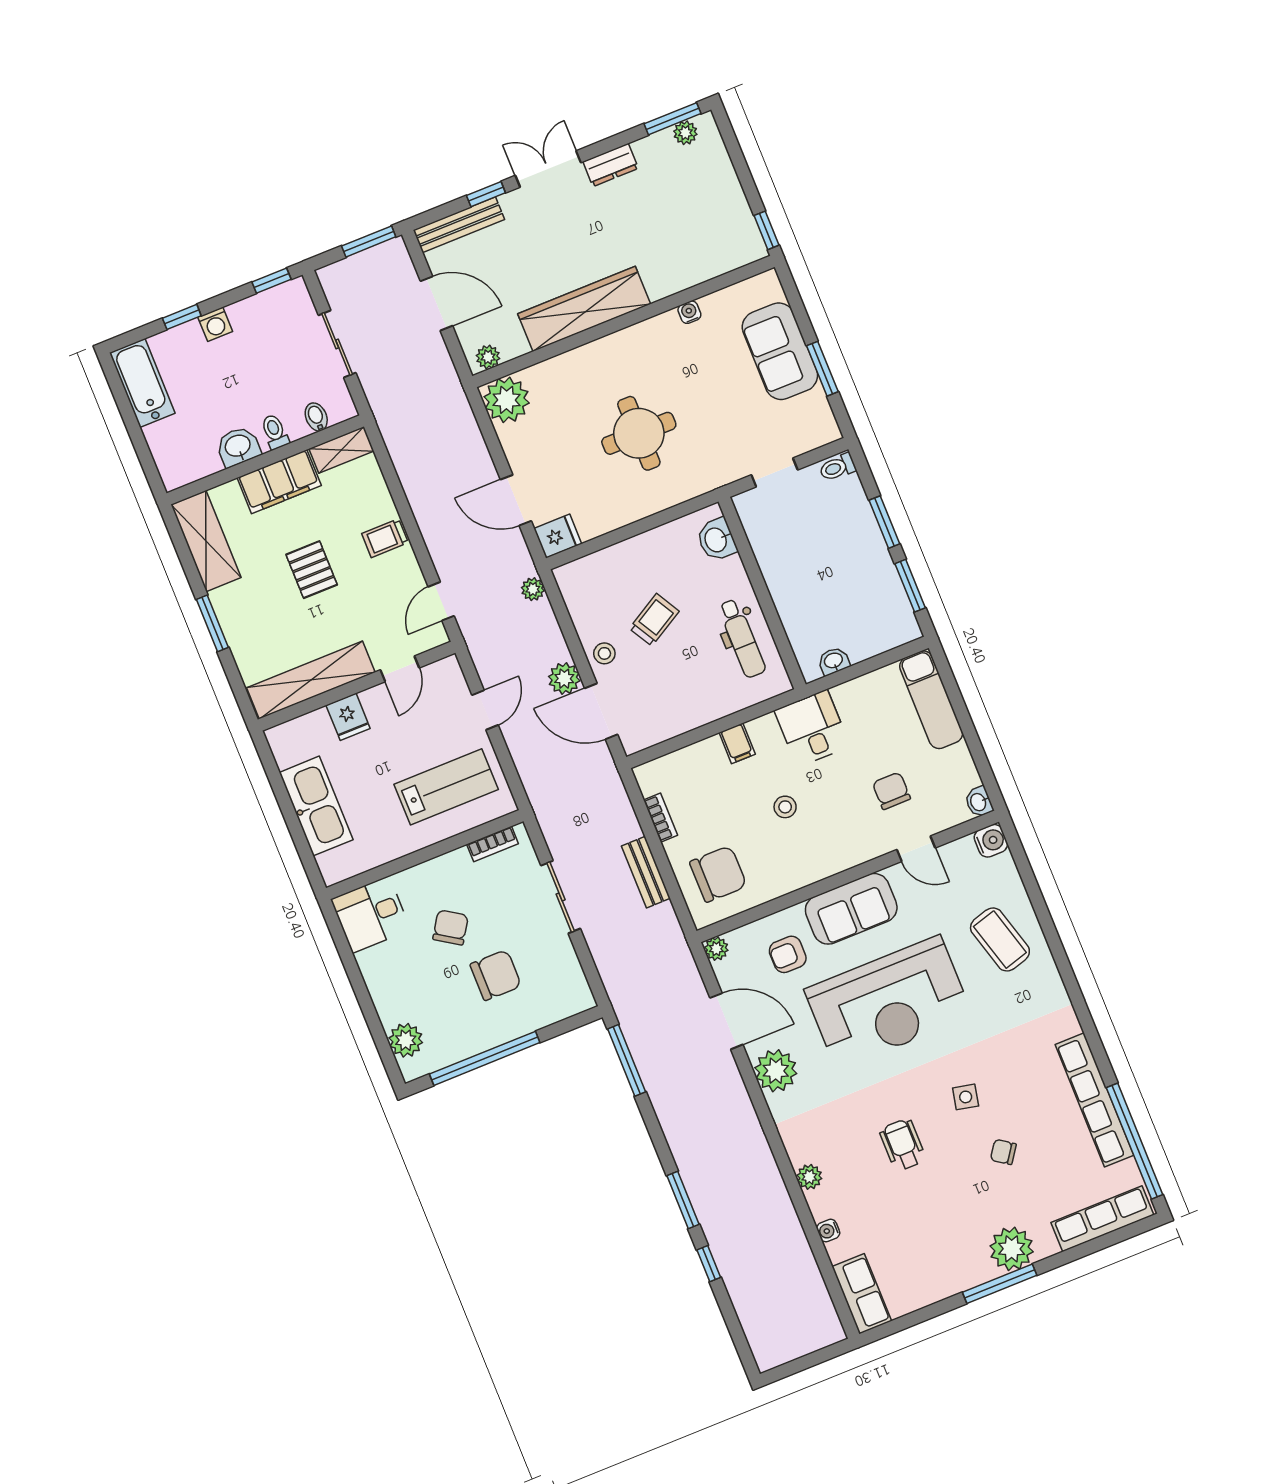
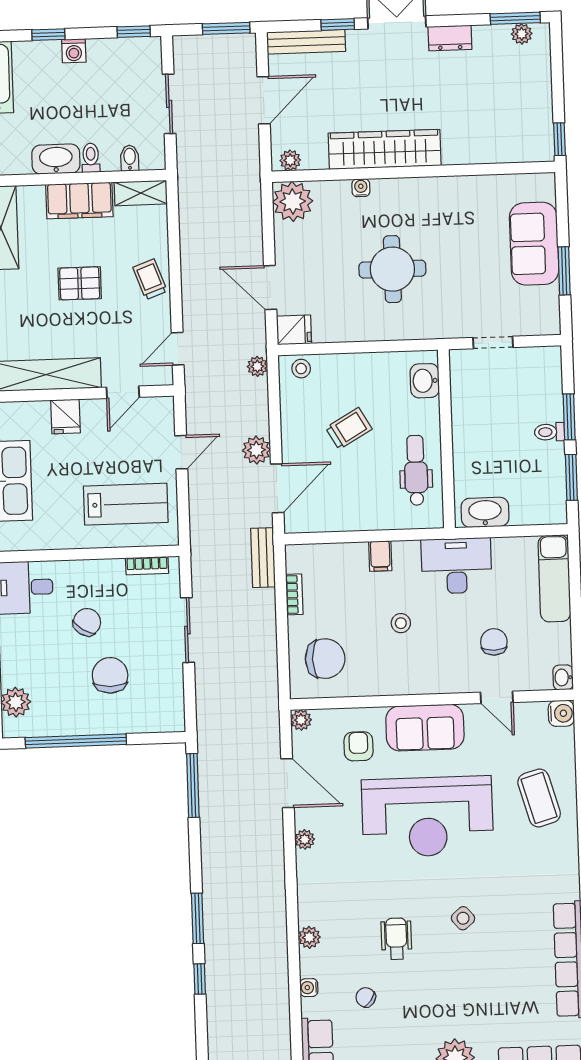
door: (436, 303) -> (264, 100), hinge flipped
water cooler: (689, 312) -> (361, 188), moved
washbasin: (238, 447) -> (56, 159), width x1.38
toilet: (838, 467) -> (549, 432), moved
trolley: (385, 538) -> (150, 279), turned 70
pallet: (312, 570) -> (80, 283), turned 90
dental chair: (742, 638) -> (416, 470), turned 180
stool: (604, 653) -> (301, 369), moved
washbasin: (834, 661) -> (485, 512), width x1.91, depth x1.45
door: (601, 711) -> (277, 488), swing flipped
desk: (812, 728) -> (456, 566), width x1.37
bench: (646, 872) -> (263, 558), moved
armchair: (788, 954) -> (358, 746), turned 90
chair: (496, 975) -> (110, 675), turned -90
plant: (776, 1071) -> (305, 839), width x0.53, depth x0.53
side table: (966, 1097) -> (463, 918), turned 38
chair: (1003, 1152) -> (366, 997), moved

